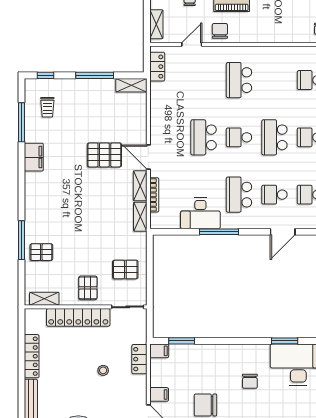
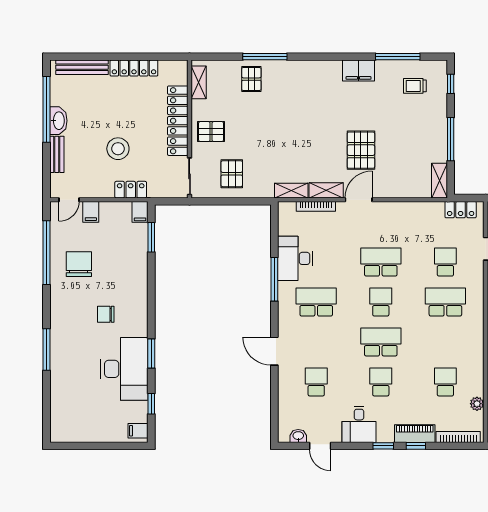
school desk: (274, 195) -> (445, 262), moved
stool: (103, 370) -> (118, 149), width x1.89, depth x1.89

